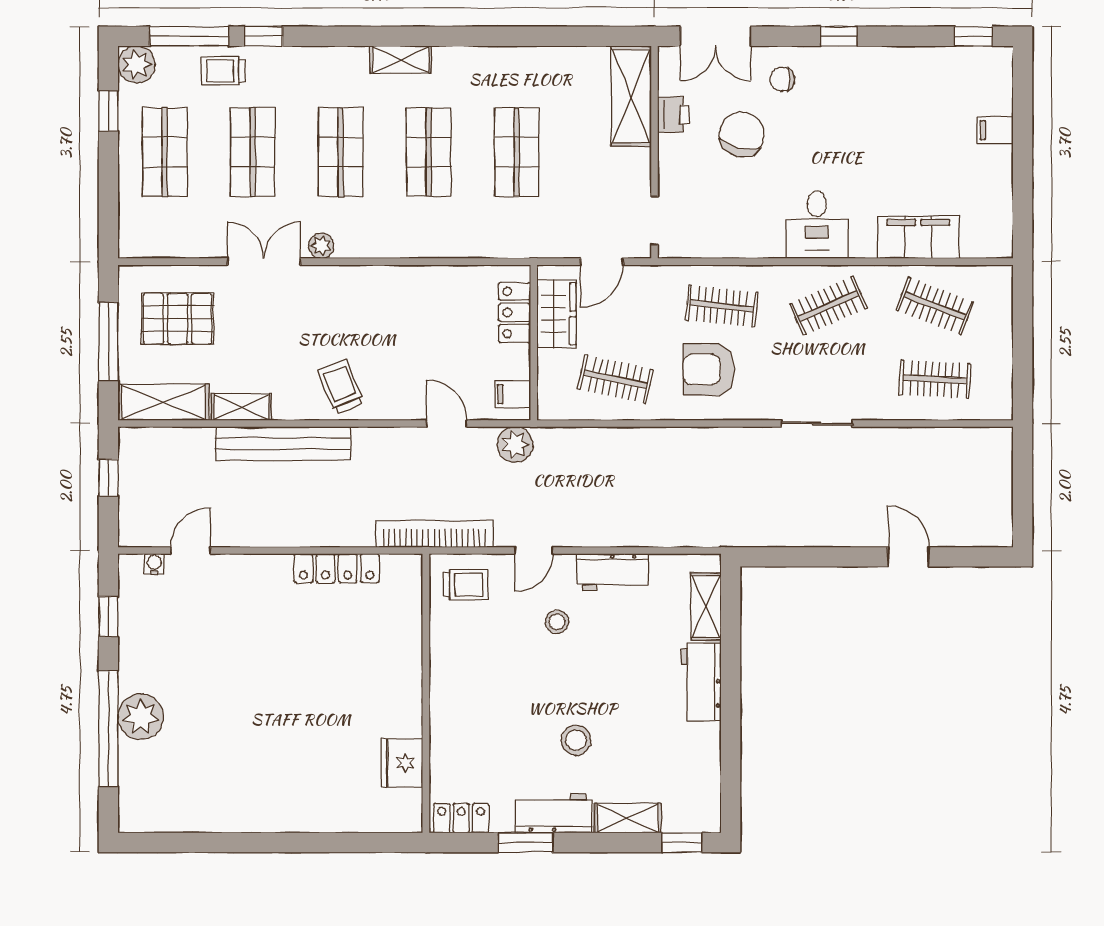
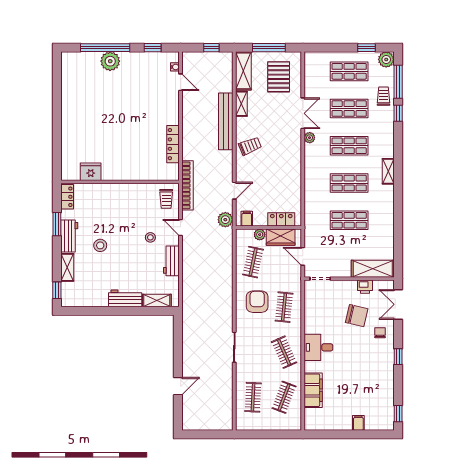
plant: (550, 363) -> (260, 235), added

